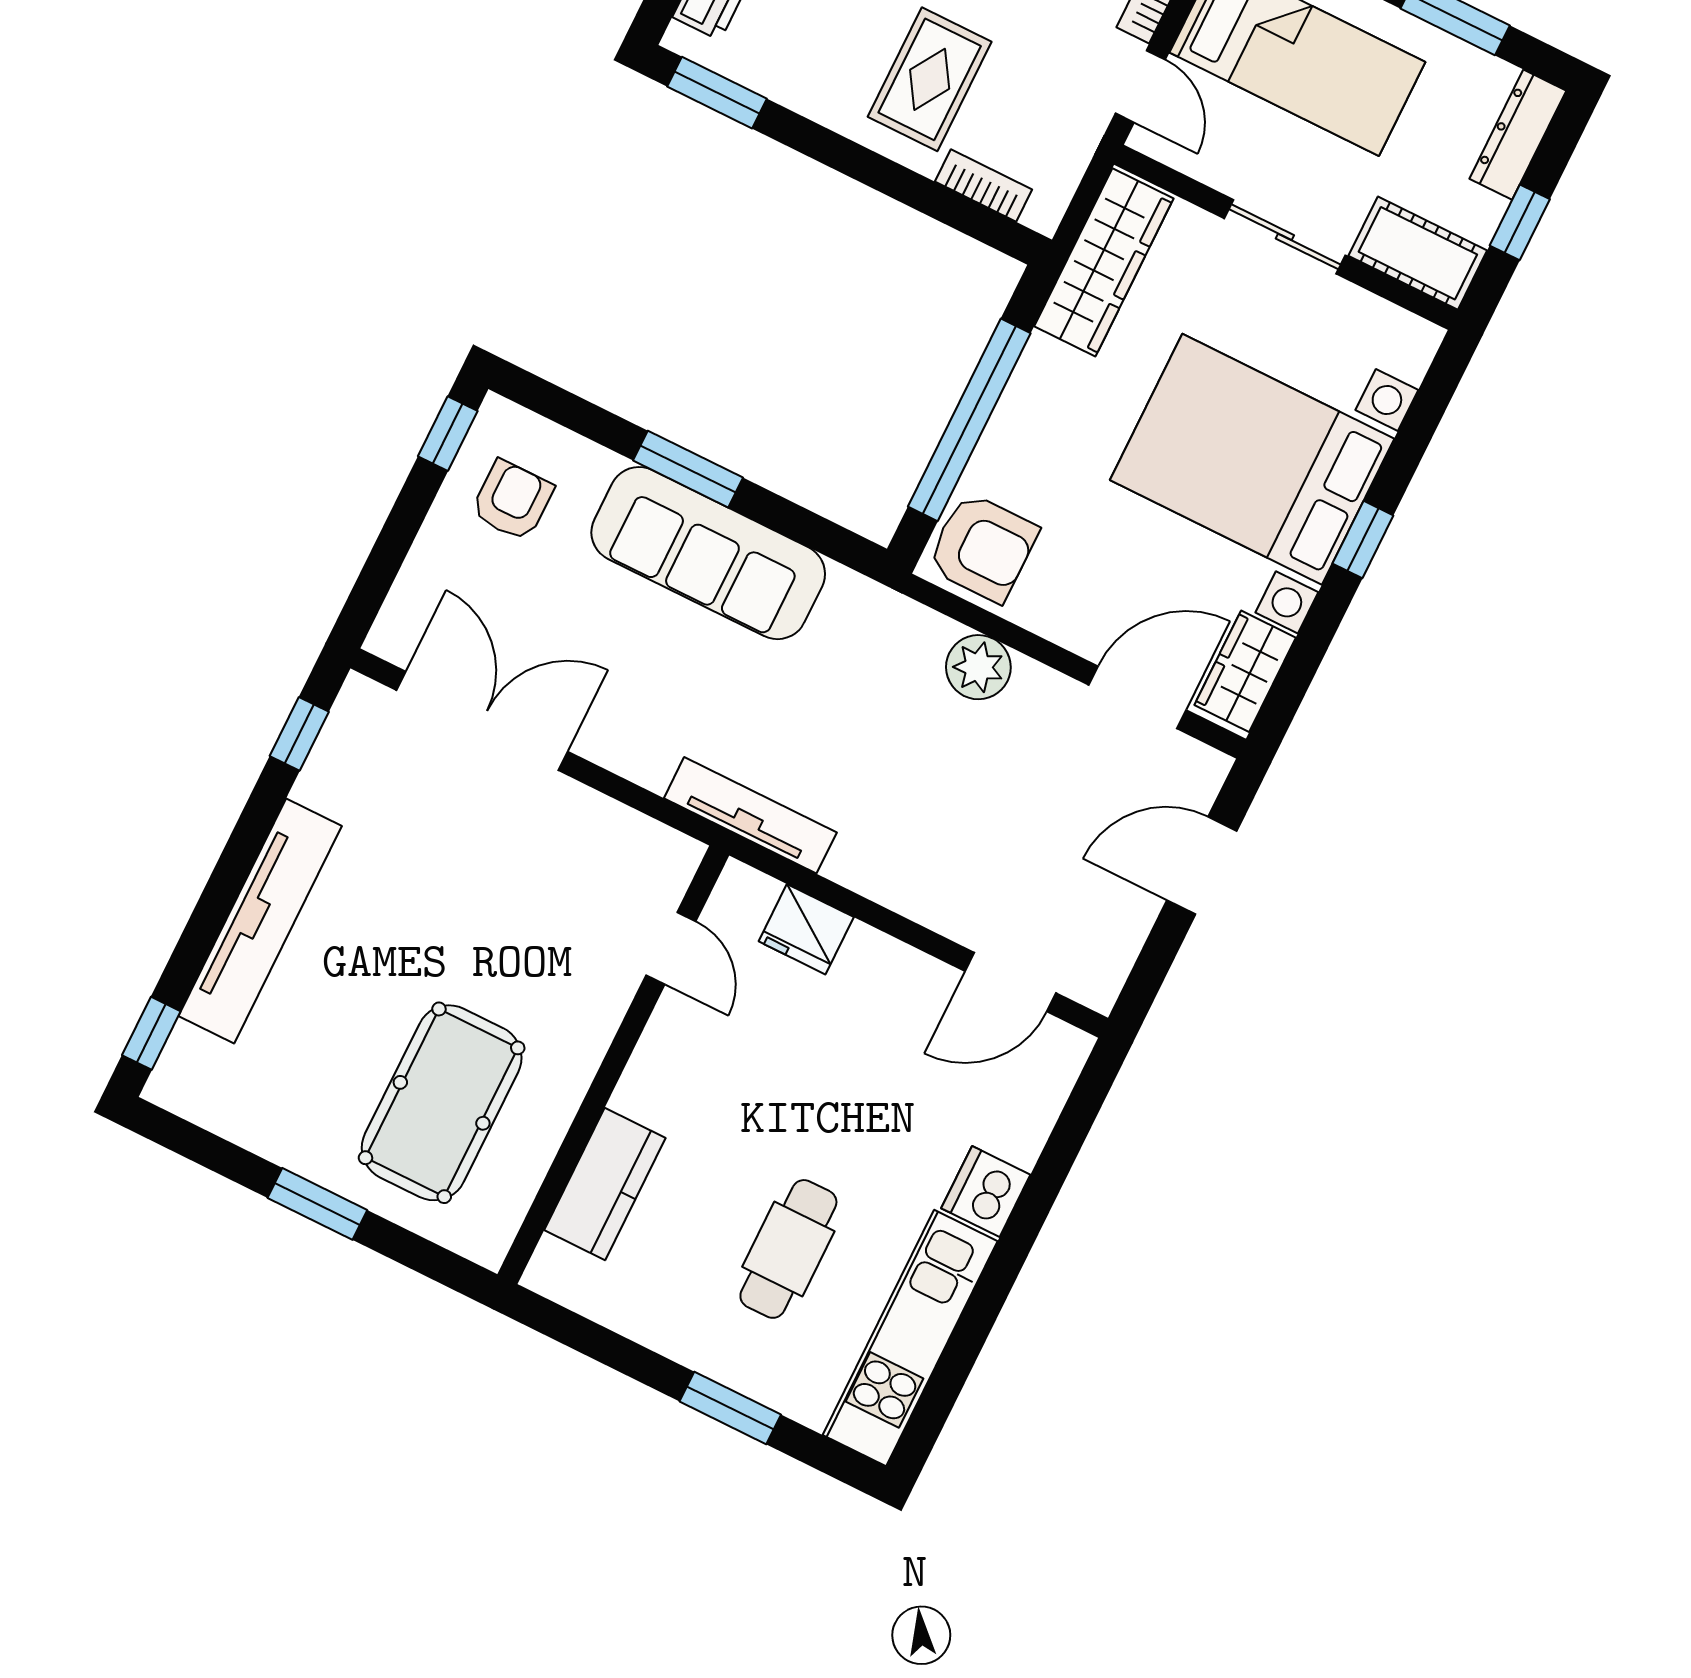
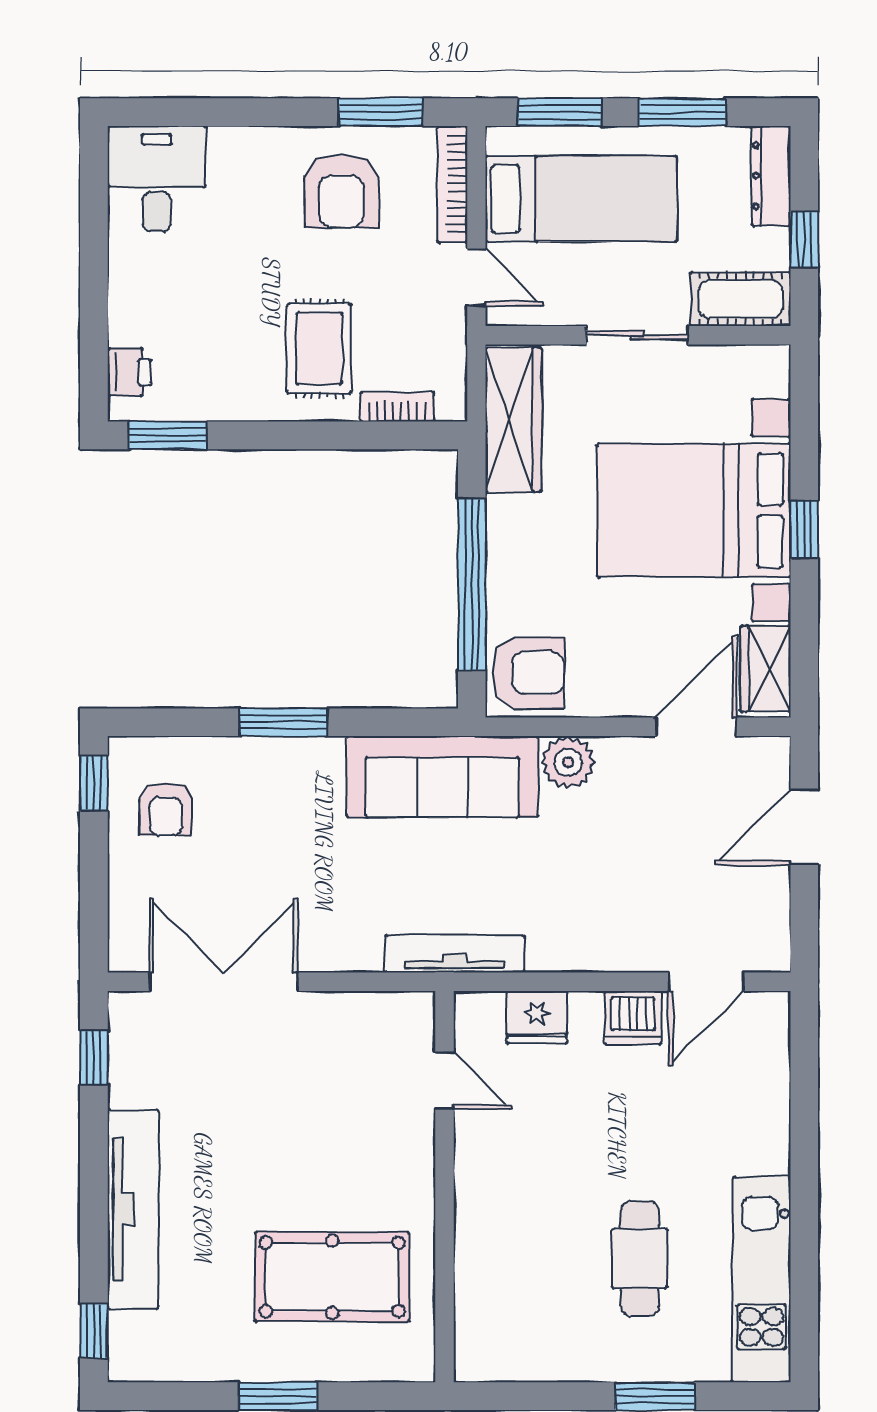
armchair: (512, 500) -> (166, 809), turned 180
sofa: (708, 553) -> (442, 777), moved
pool table: (442, 1103) -> (332, 1277), turned 90
kitchen counter: (605, 1184) -> (482, 1277), removed
dishwasher: (986, 1191) -> (633, 1018), moved, turned -90

